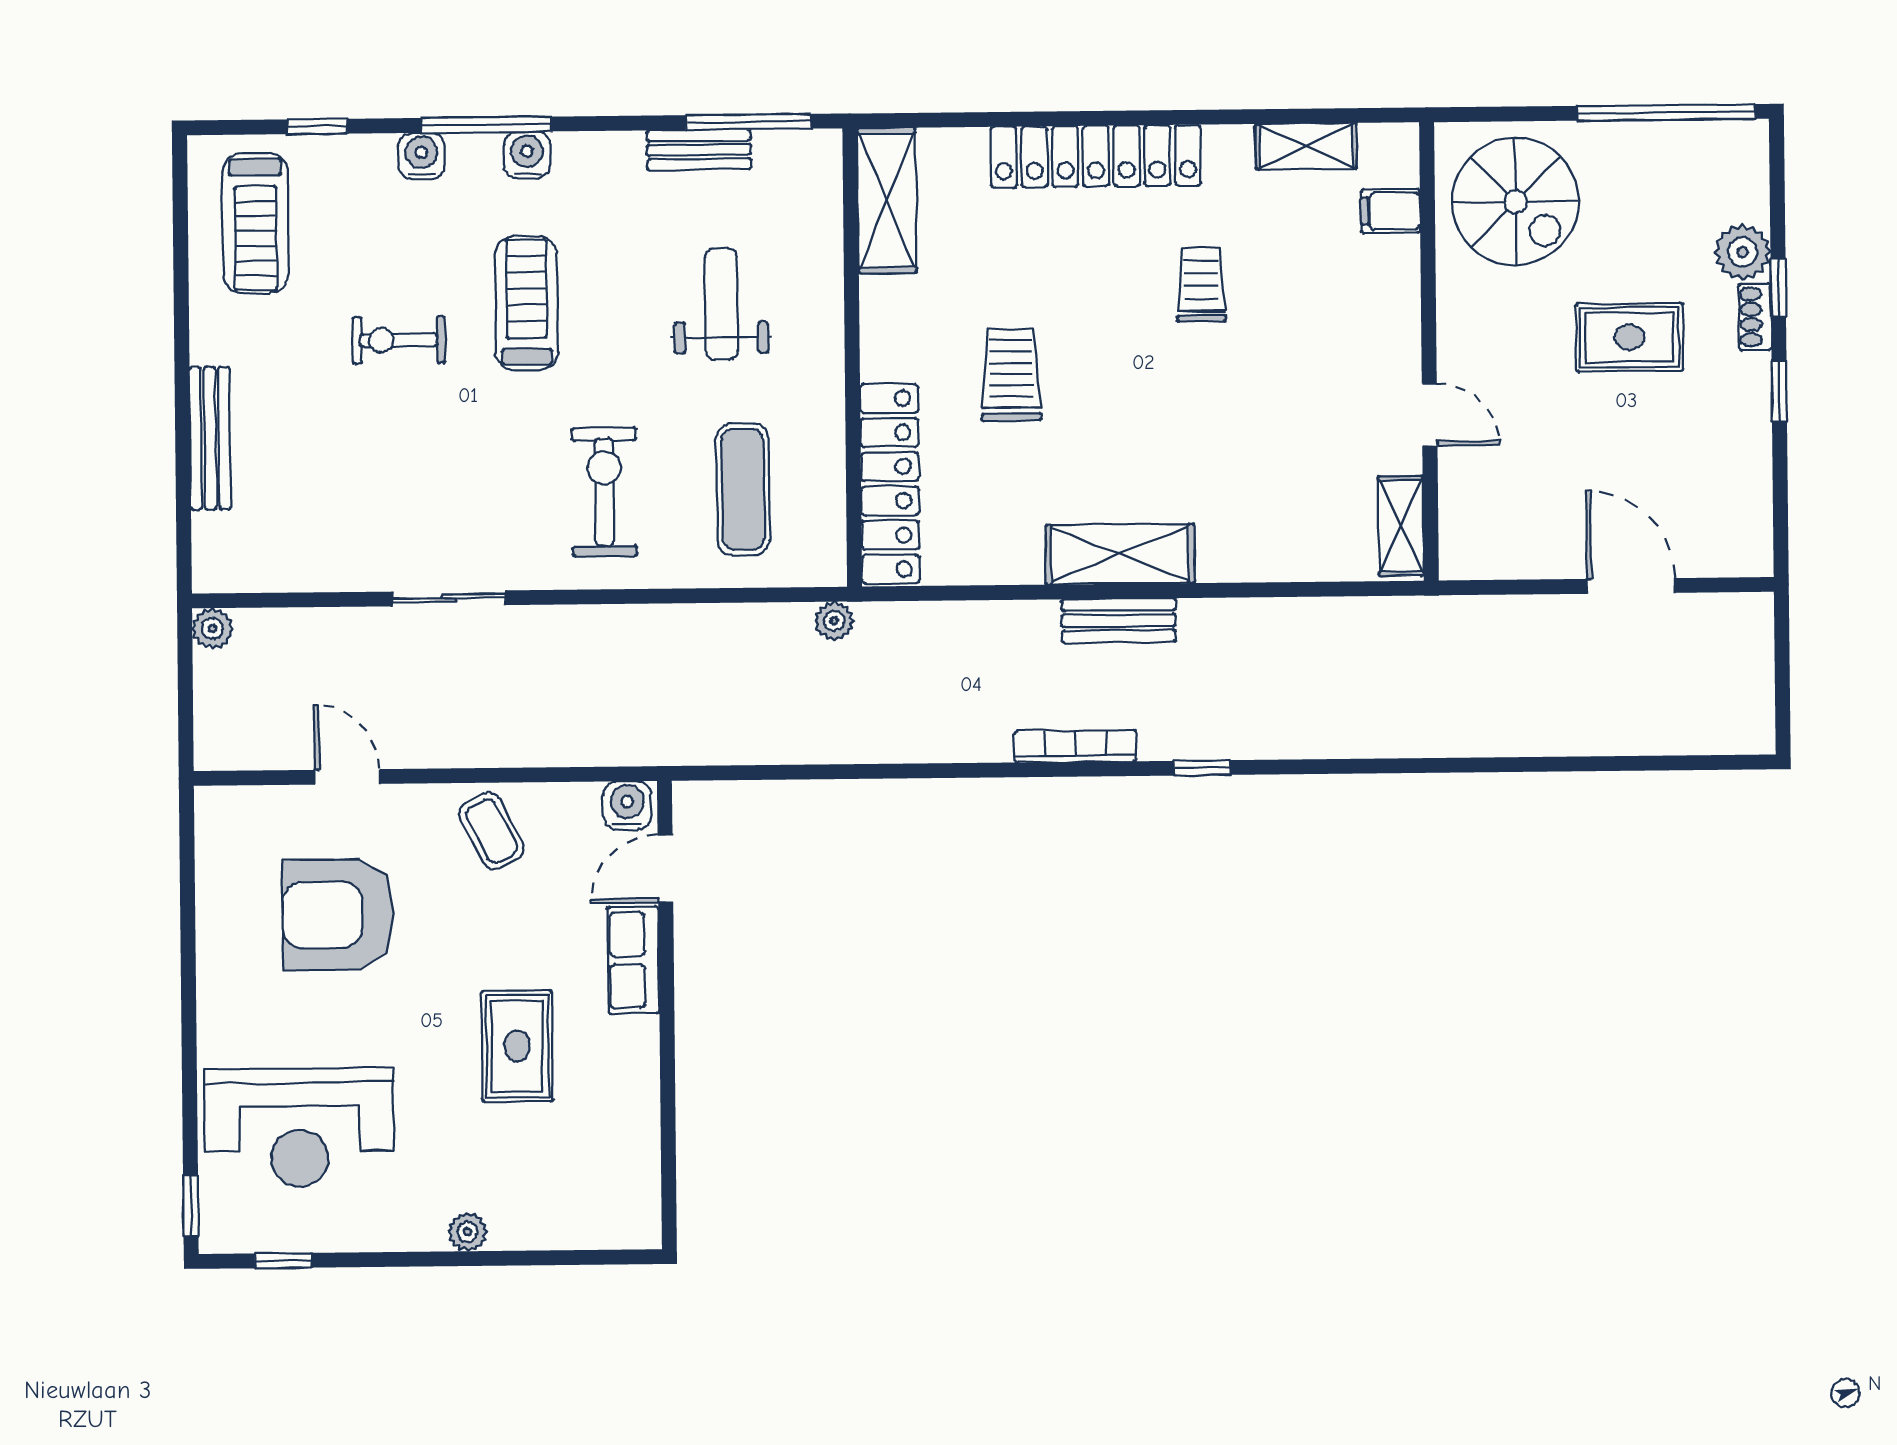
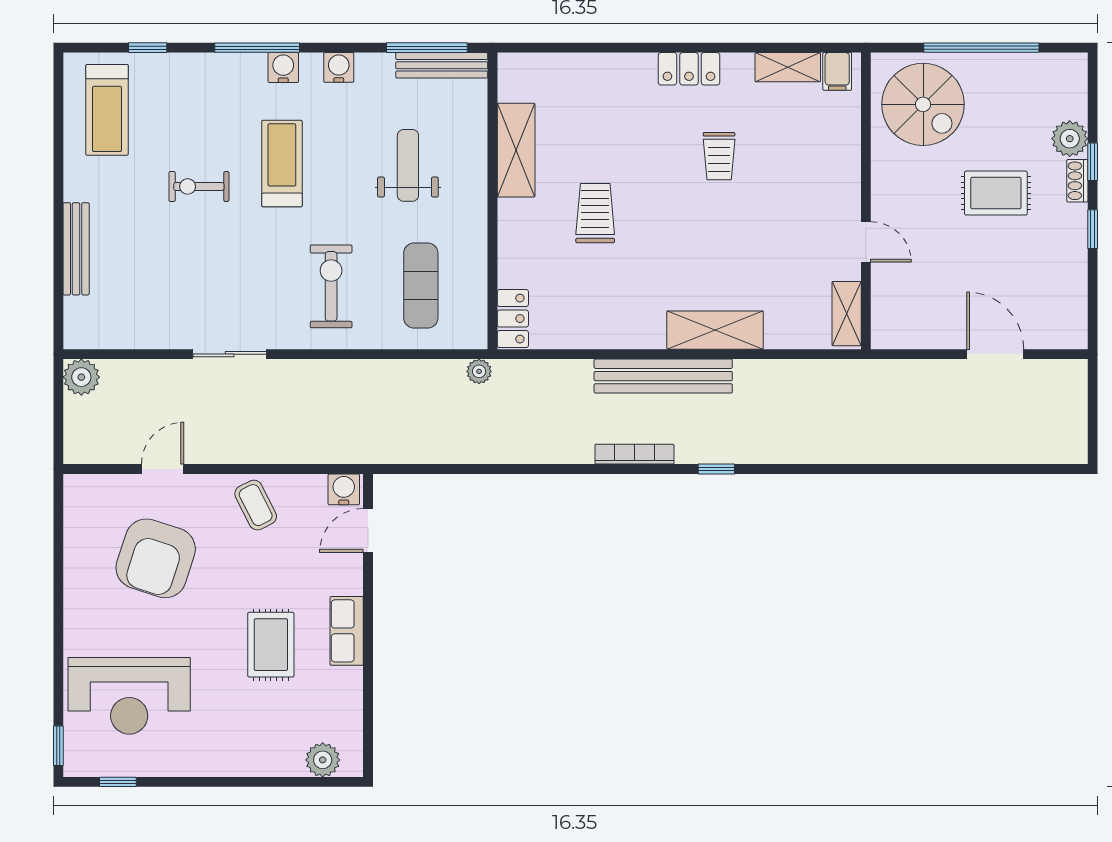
window: (1666, 112) -> (981, 48), moved
bench: (699, 150) -> (442, 65), moved, width x1.36
water cooler: (421, 156) -> (339, 67), moved
locker: (1096, 156) -> (689, 69), width x0.46, depth x0.83
shelving: (887, 200) -> (516, 150), moved
filing cabinet: (1391, 211) -> (837, 71), moved, turned -90
trolley: (1201, 285) -> (719, 156), turned 180
locker: (890, 484) -> (513, 319), width x0.46, depth x0.83
shelving: (1120, 554) -> (715, 330), moved
bench: (1119, 621) -> (663, 376), width x1.86, depth x1.21
plant: (213, 629) -> (81, 377), width x1.38, depth x1.38
door: (347, 777) -> (163, 469), hinge flipped
armchair: (338, 915) -> (156, 558), turned -72
row of seats: (633, 960) -> (347, 631), moved
plant: (468, 1232) -> (323, 760), moved, width x1.38, depth x1.38

